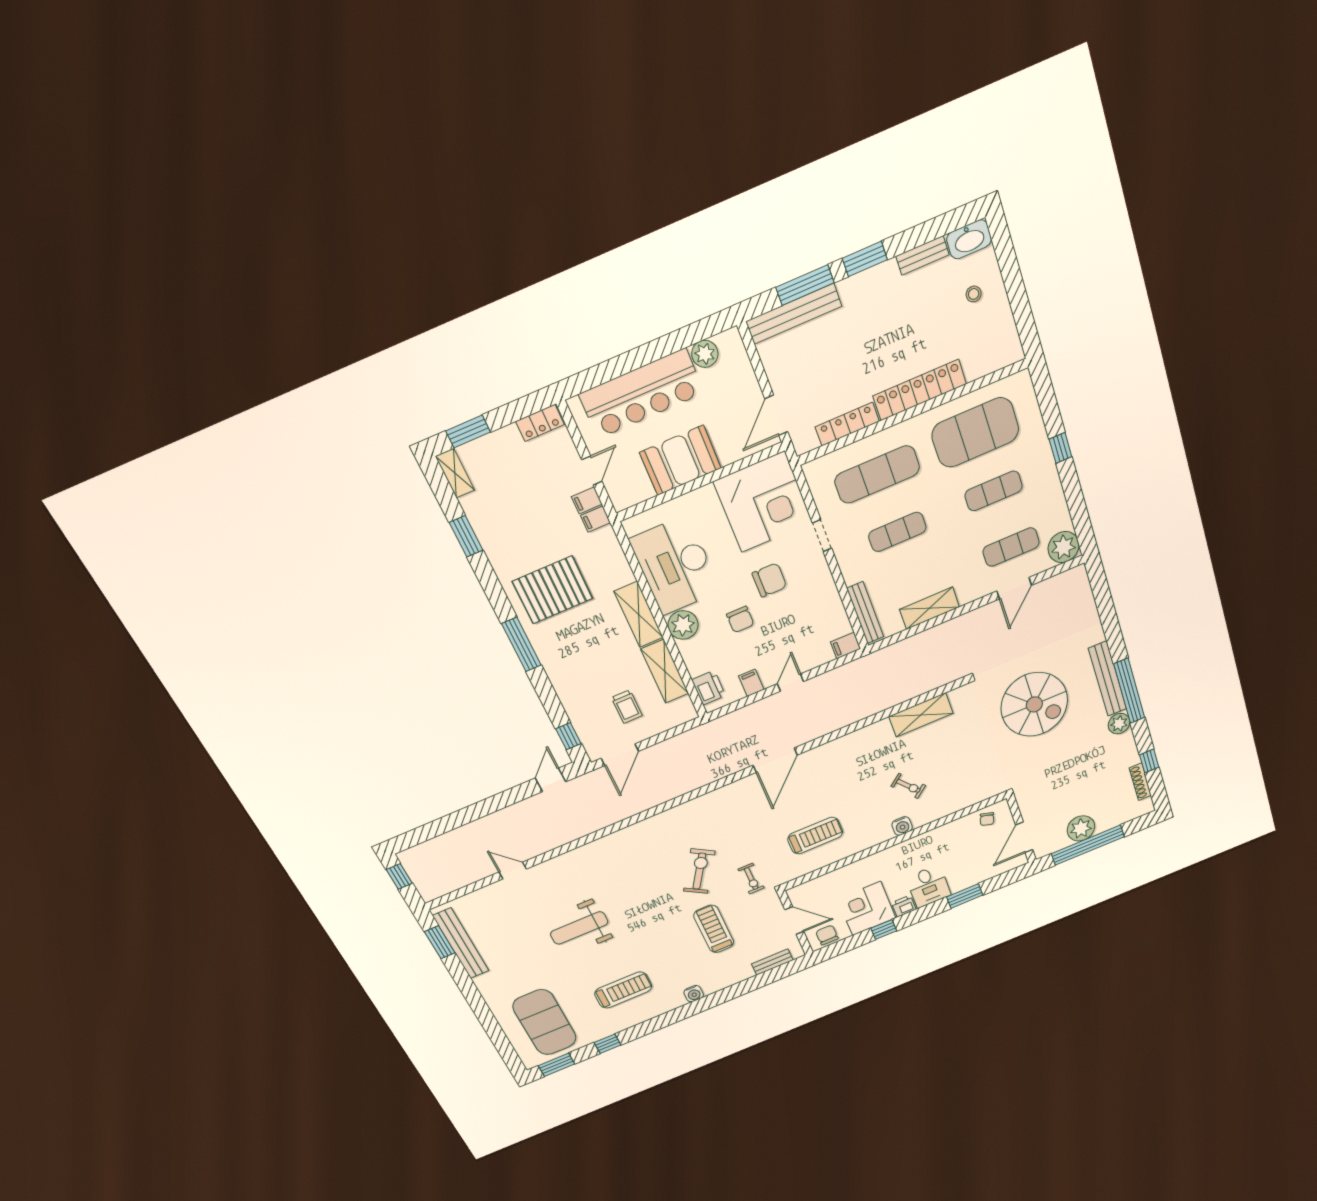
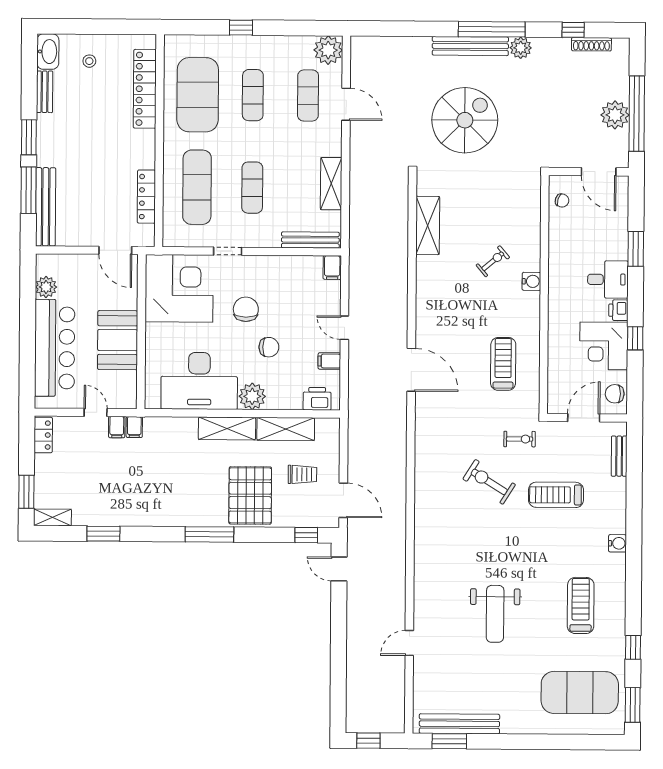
locker: (920, 390) -> (145, 89), moved
pallet: (553, 590) -> (250, 495), moved

